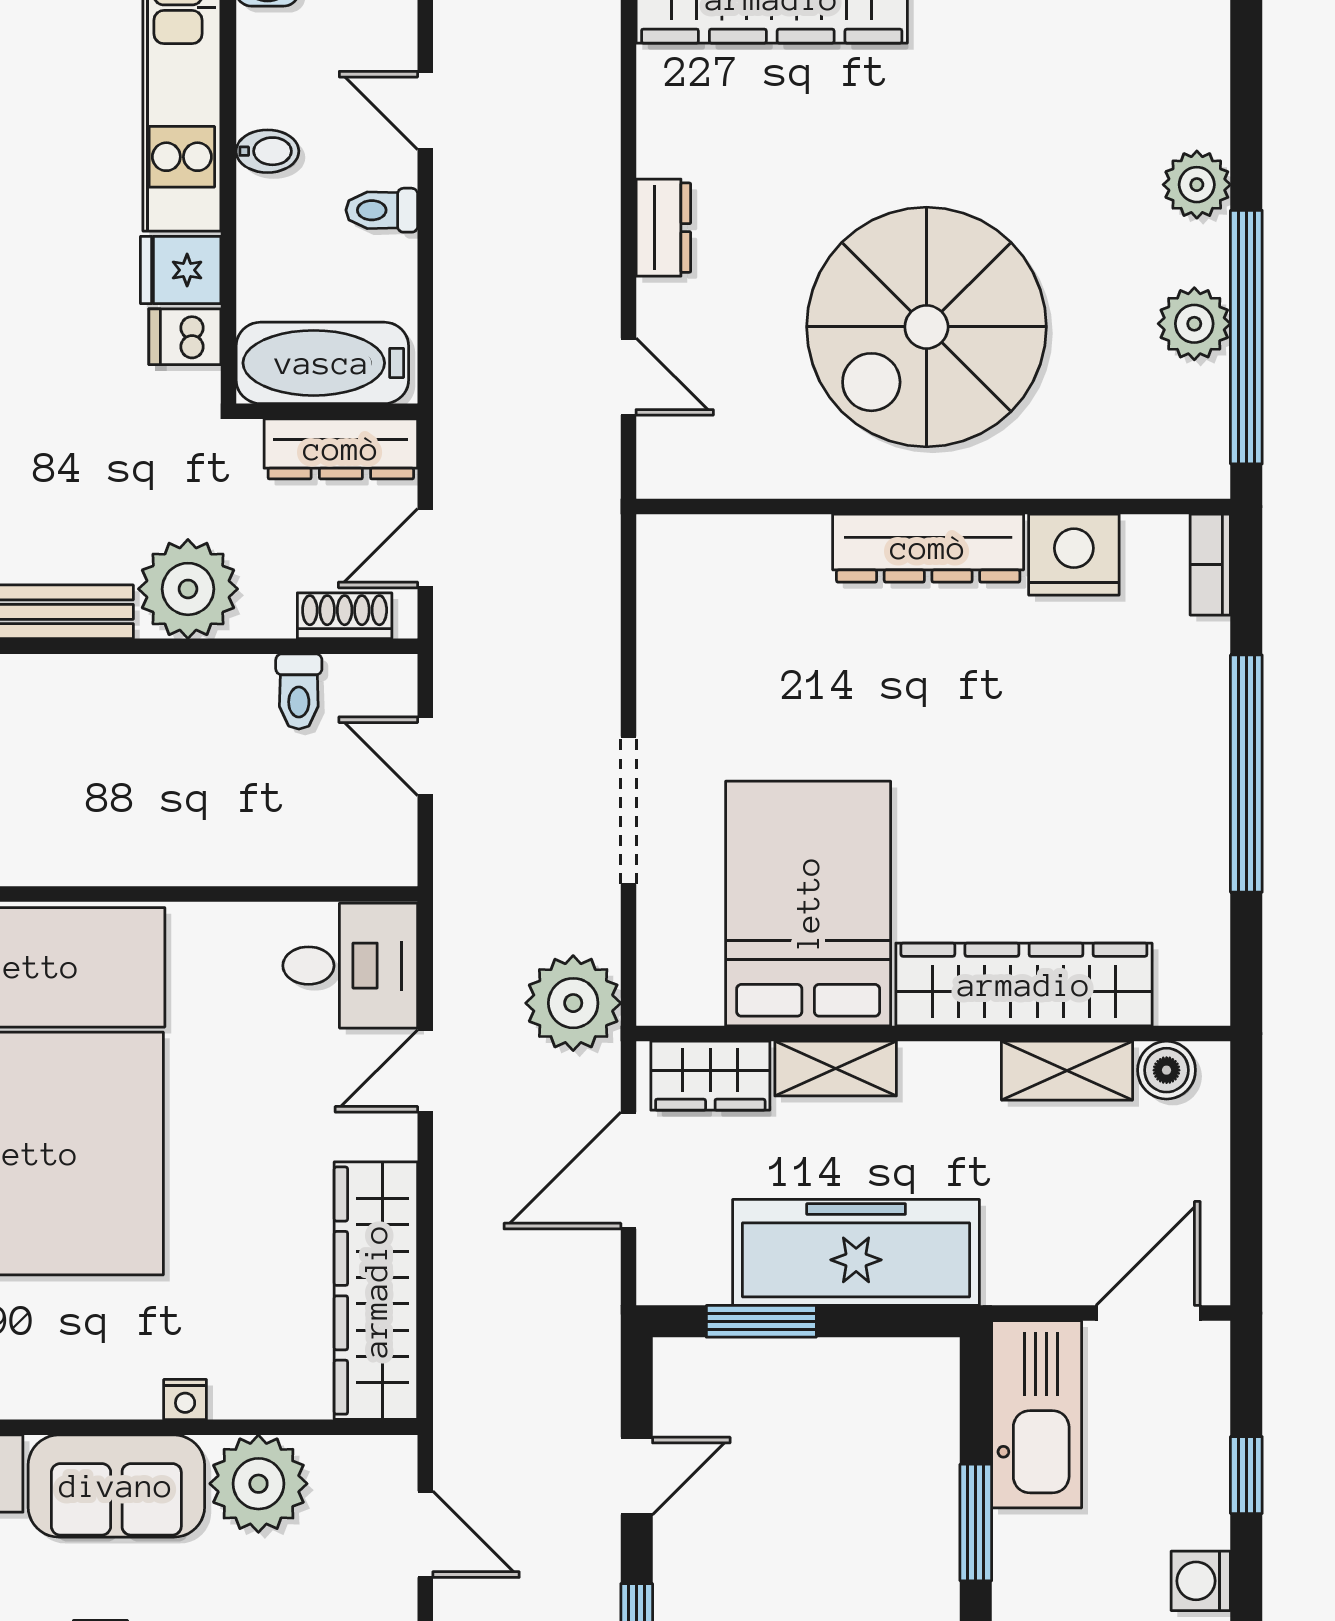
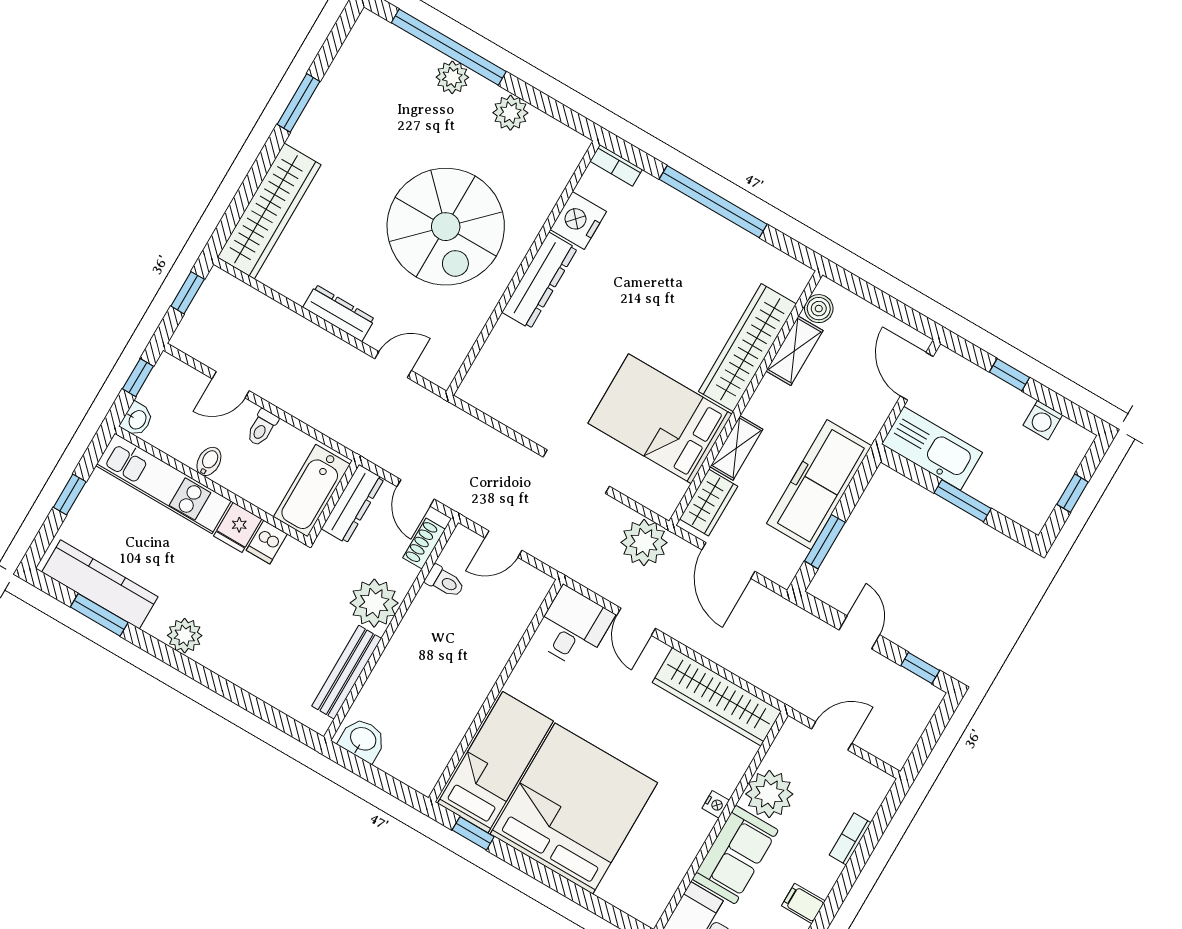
dresser: (663, 228) -> (339, 313), width x1.44
window: (1246, 337) -> (449, 47), moved

